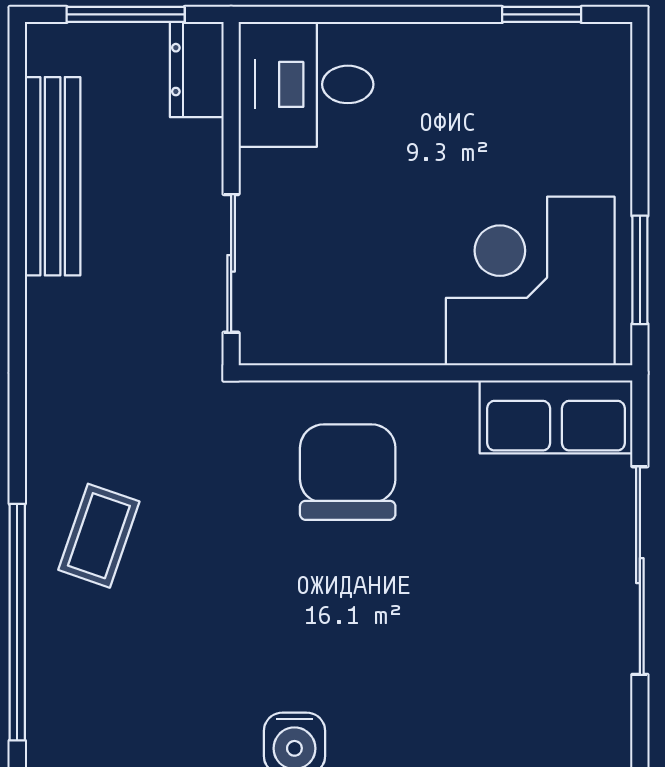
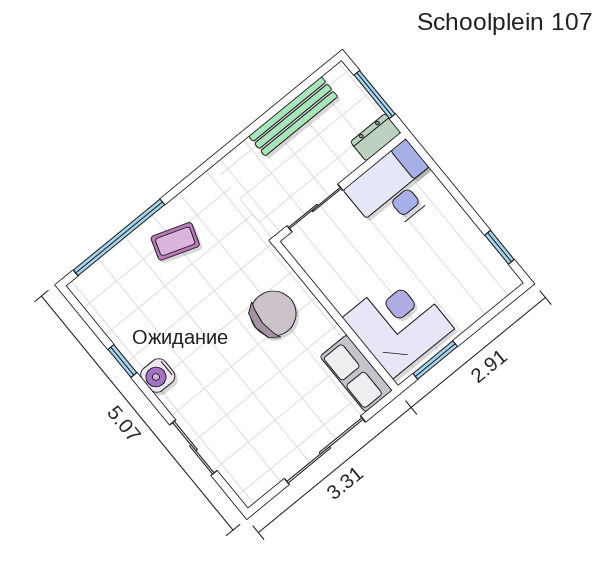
desk: (306, 84) -> (394, 189), width x1.37

